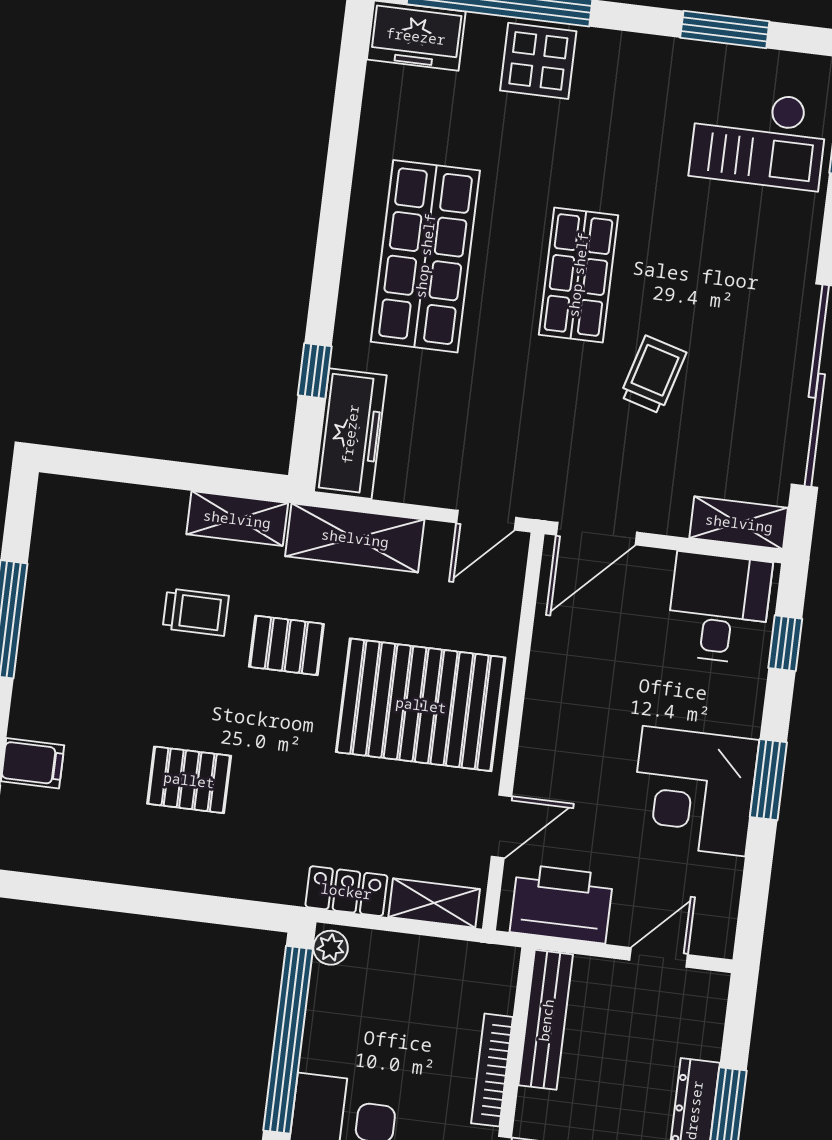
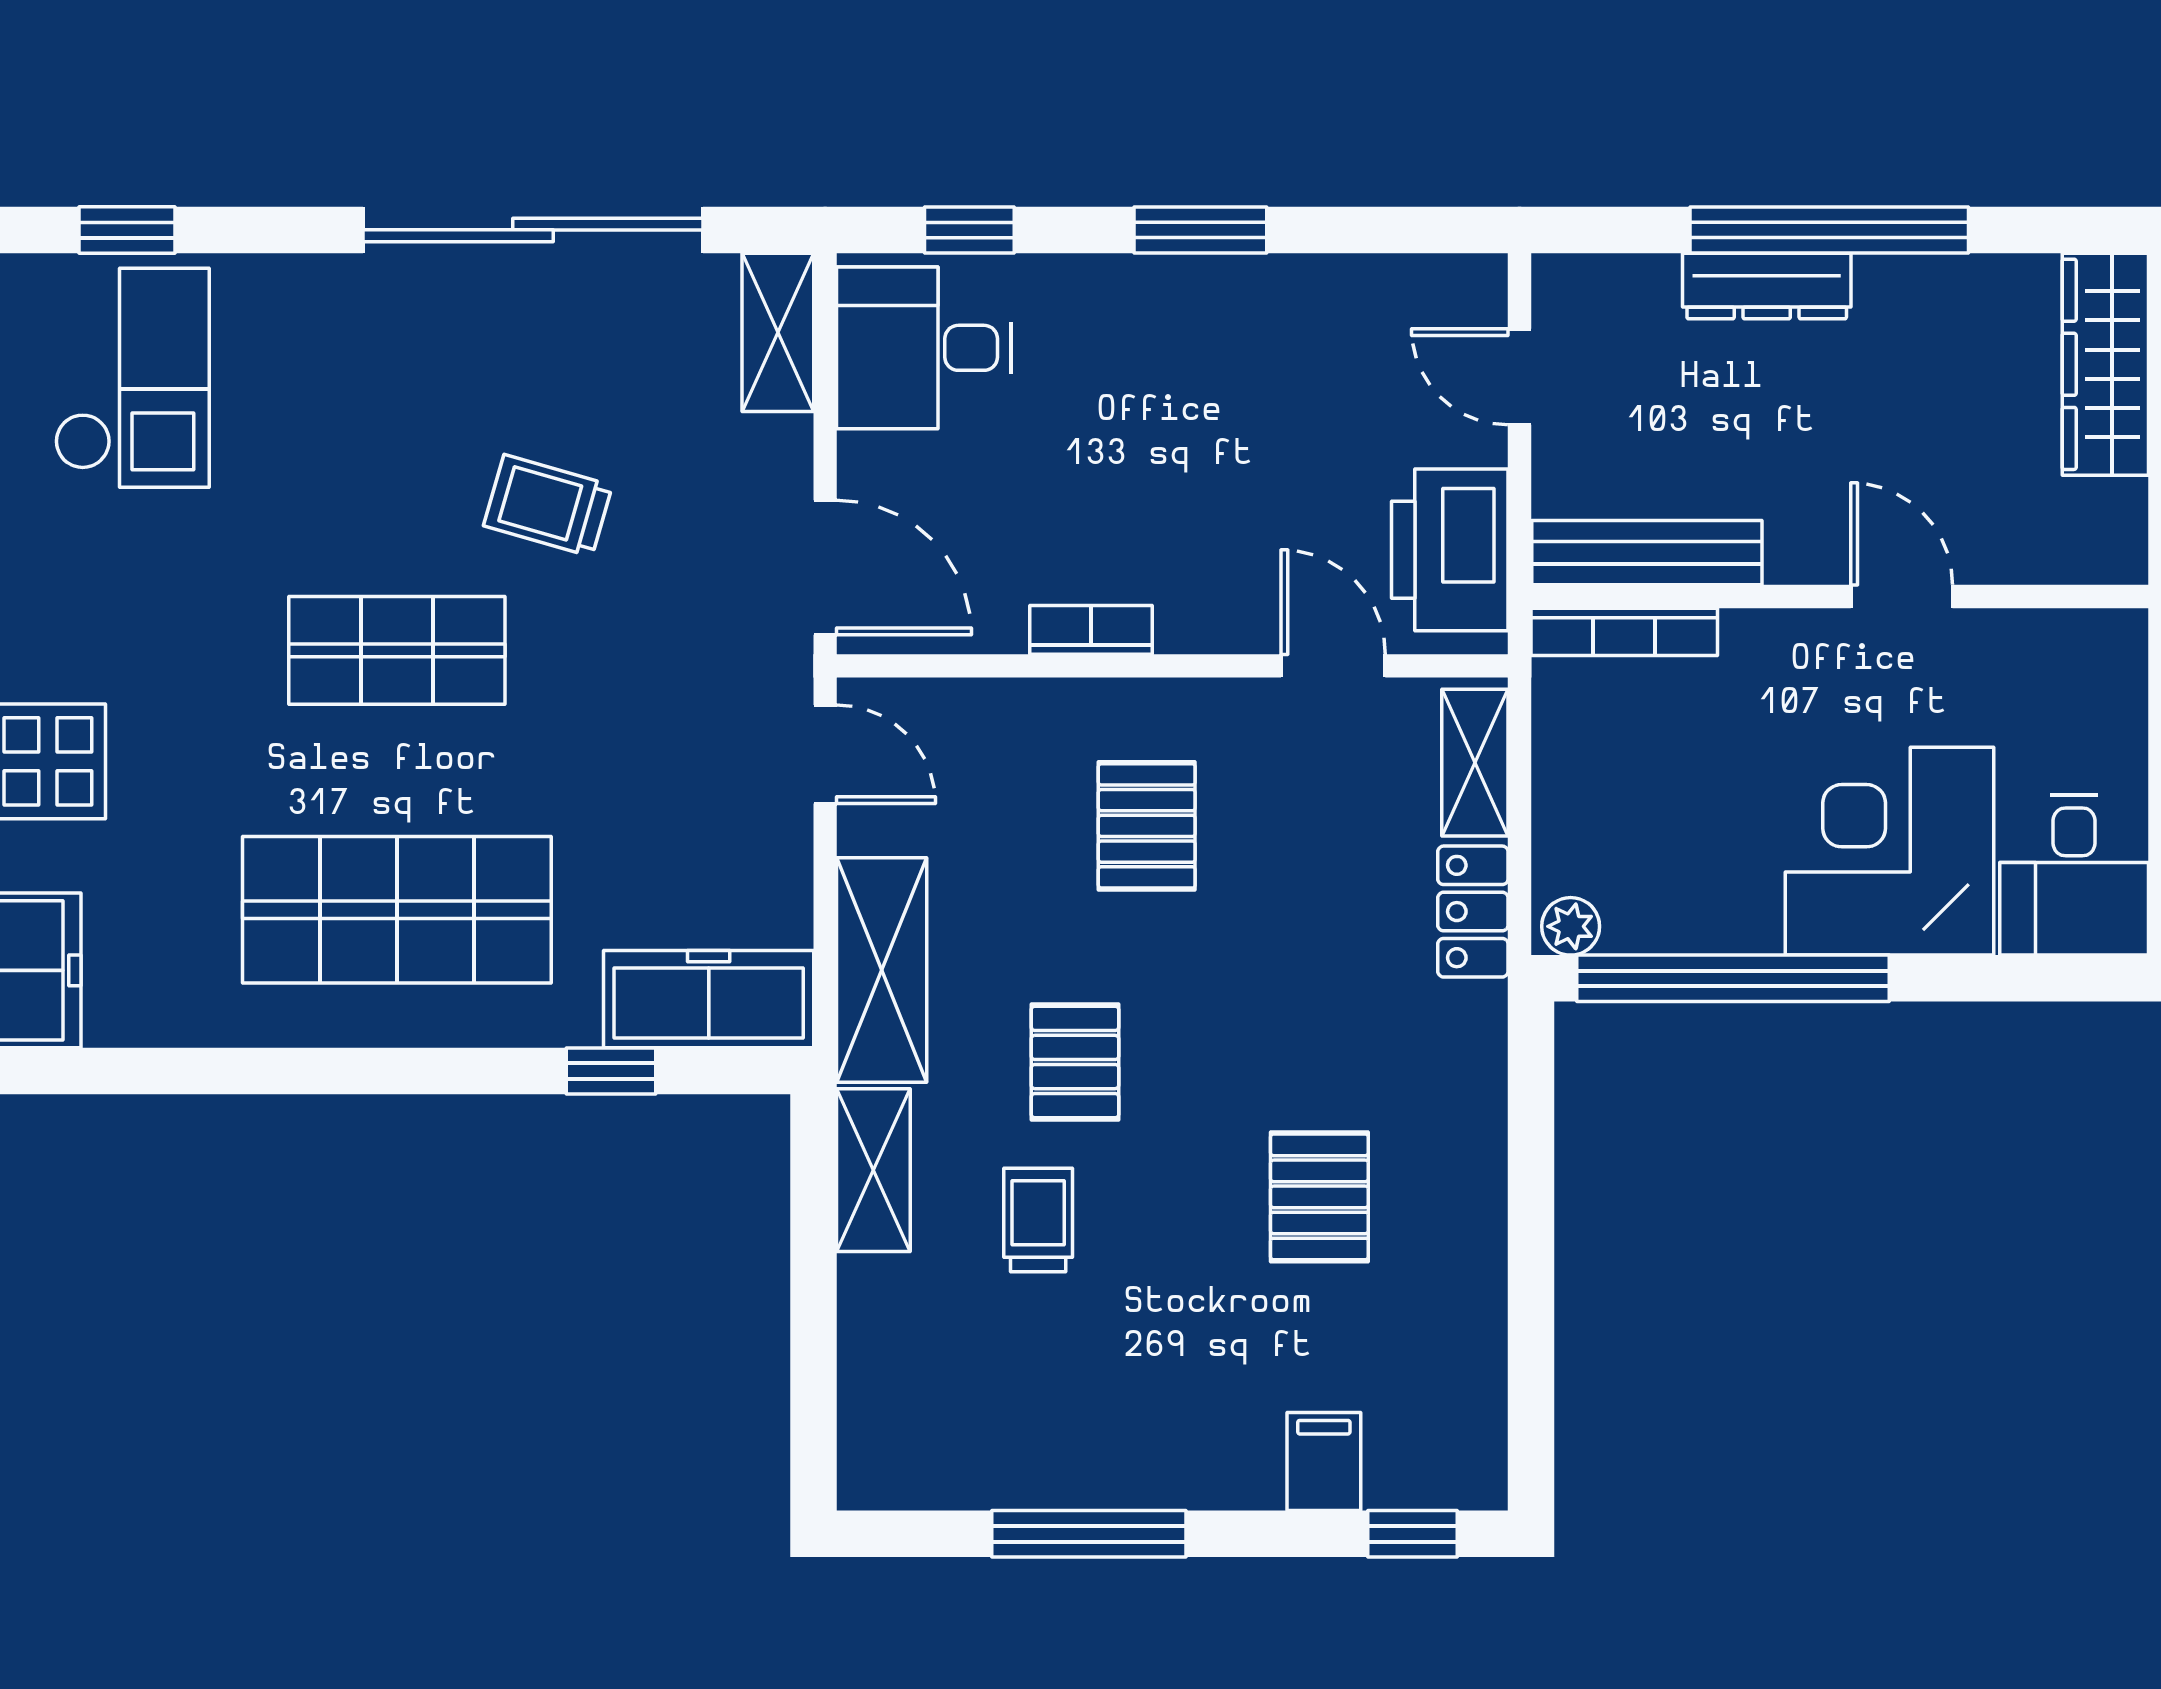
bookcase: (540, 686) -> (1091, 630), added
pallet: (421, 705) -> (1147, 826), width x0.49, depth x0.50
corner desk: (694, 791) -> (1235, 352), removed
bookcase: (492, 1070) -> (1624, 632), moved

